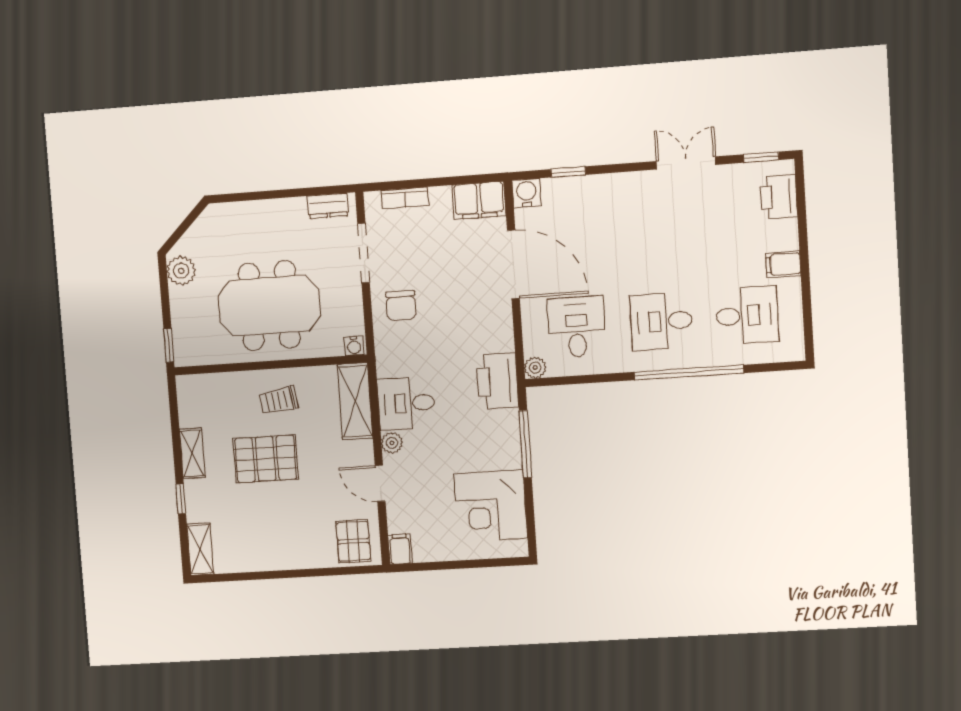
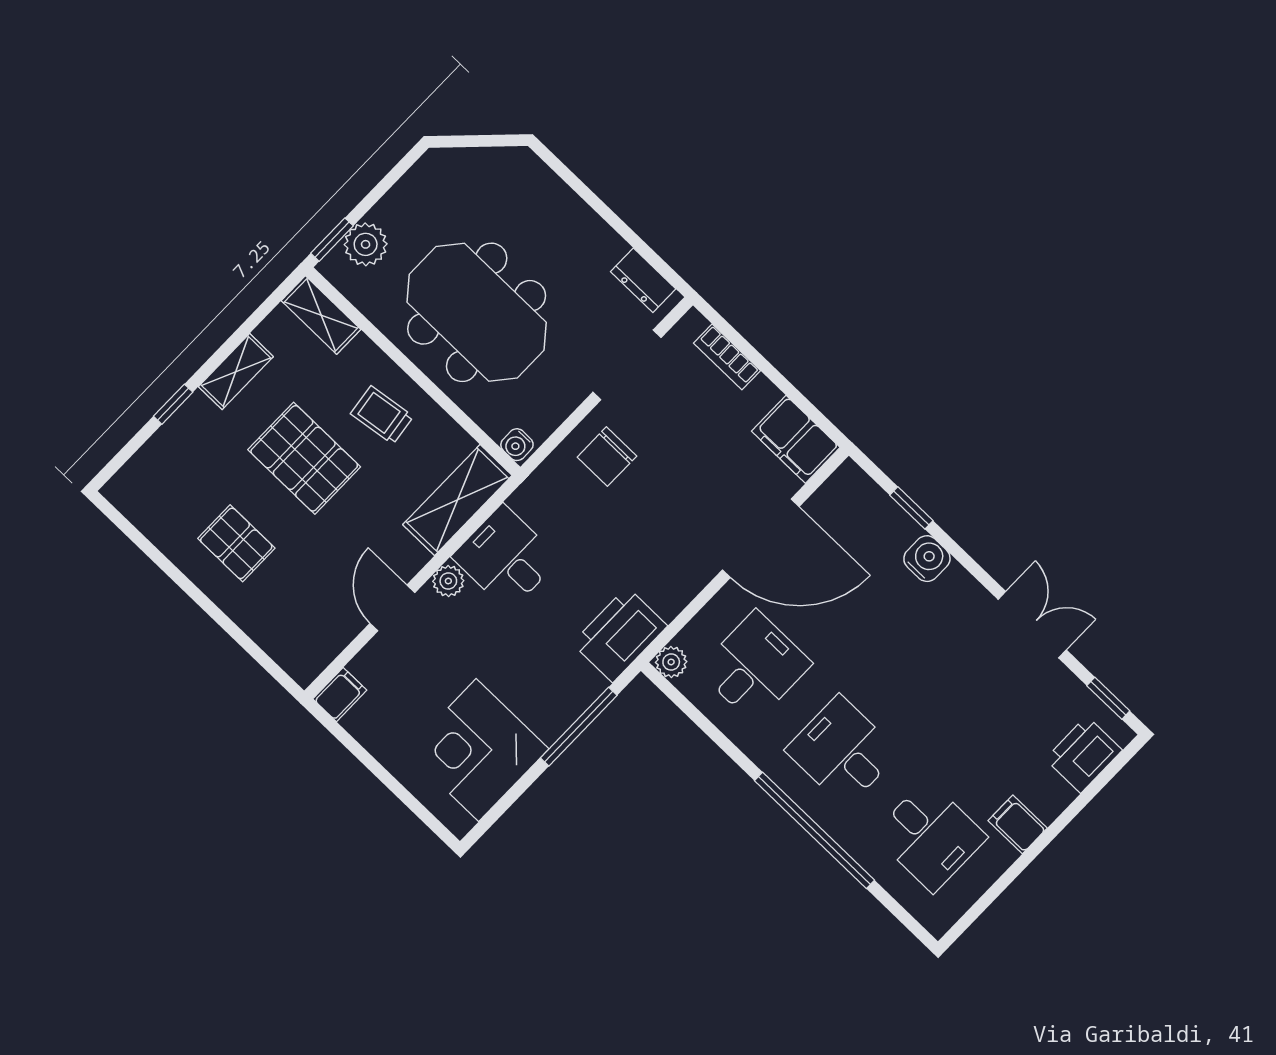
water cooler: (526, 193) -> (927, 559), moved
door: (513, 264) -> (761, 538), hinge flipped
plant: (181, 271) -> (366, 244), moved
pallet: (353, 541) -> (236, 543), moved, turned 90
shelving: (200, 549) -> (321, 315), moved, turned 90

